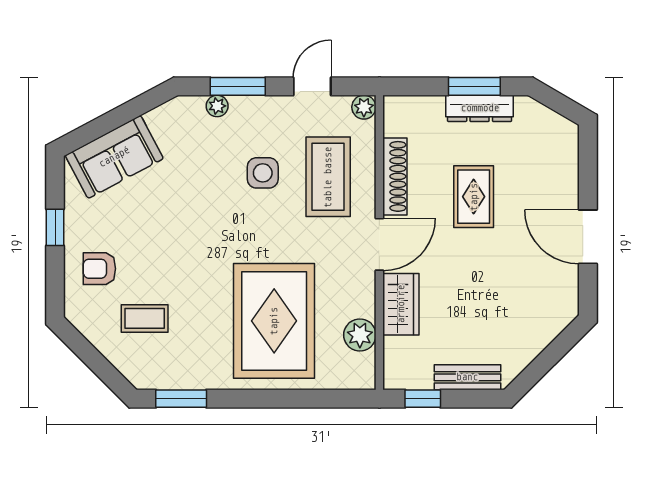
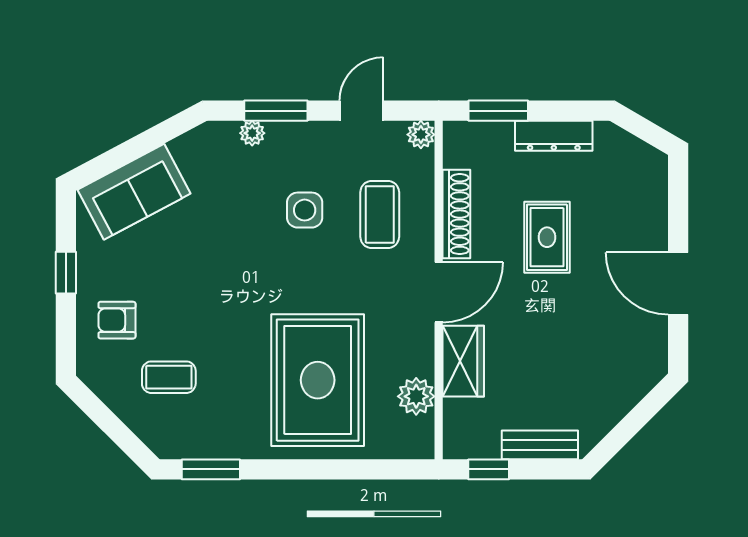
window: (474, 86) -> (498, 111), moved
coffee table: (328, 177) -> (380, 215), width x0.73, depth x0.76

